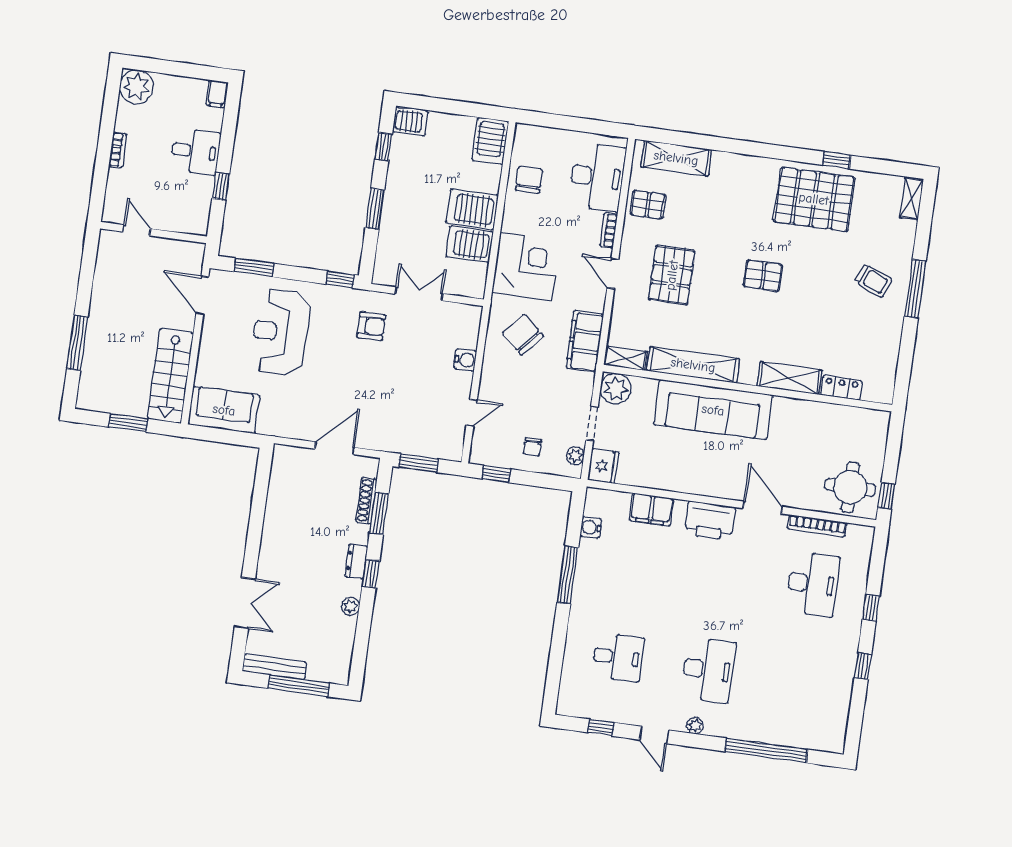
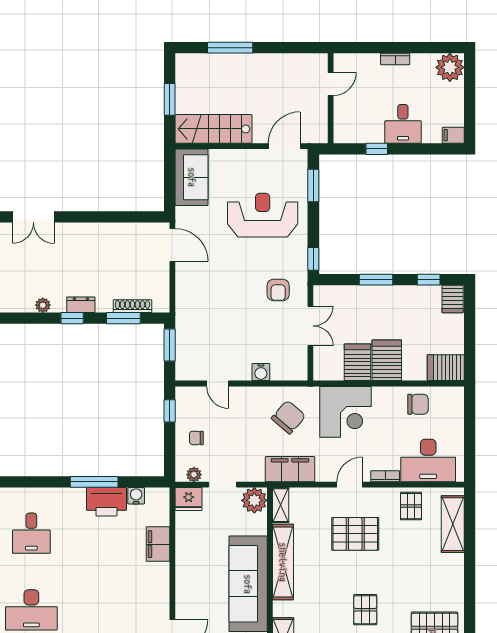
door: (335, 448) -> (172, 245), moved
printer: (710, 521) -> (107, 502), moved, turned -90

